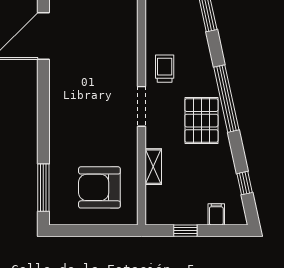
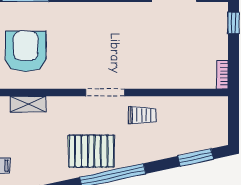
shelving: (153, 167) -> (28, 104), moved

